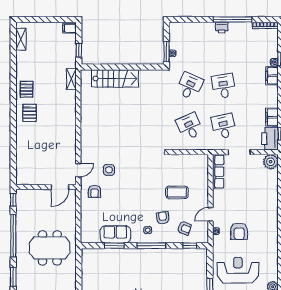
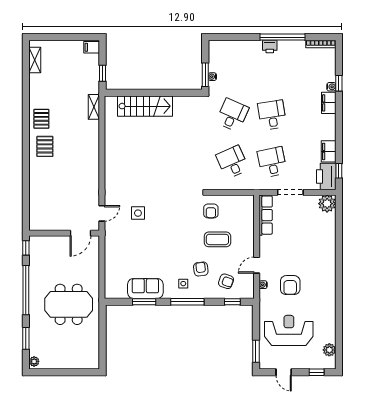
armchair: (94, 191) -> (211, 211), moved

